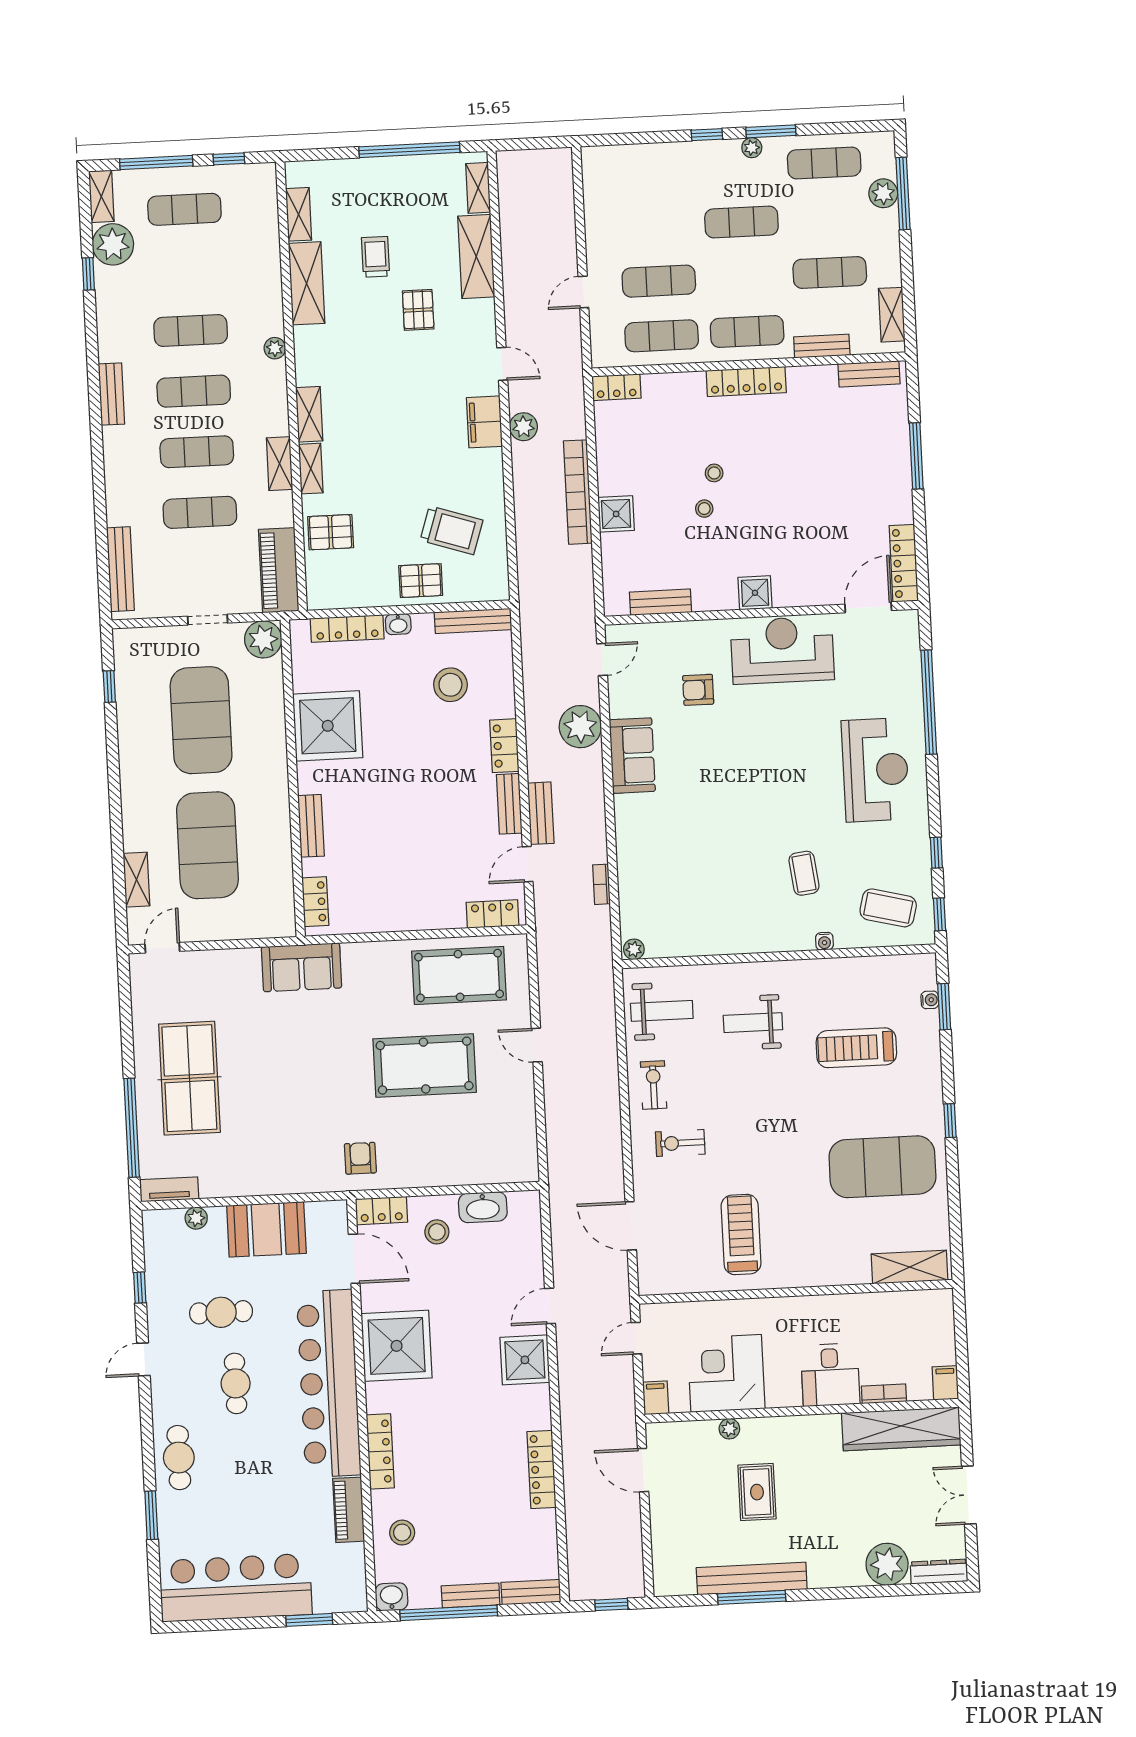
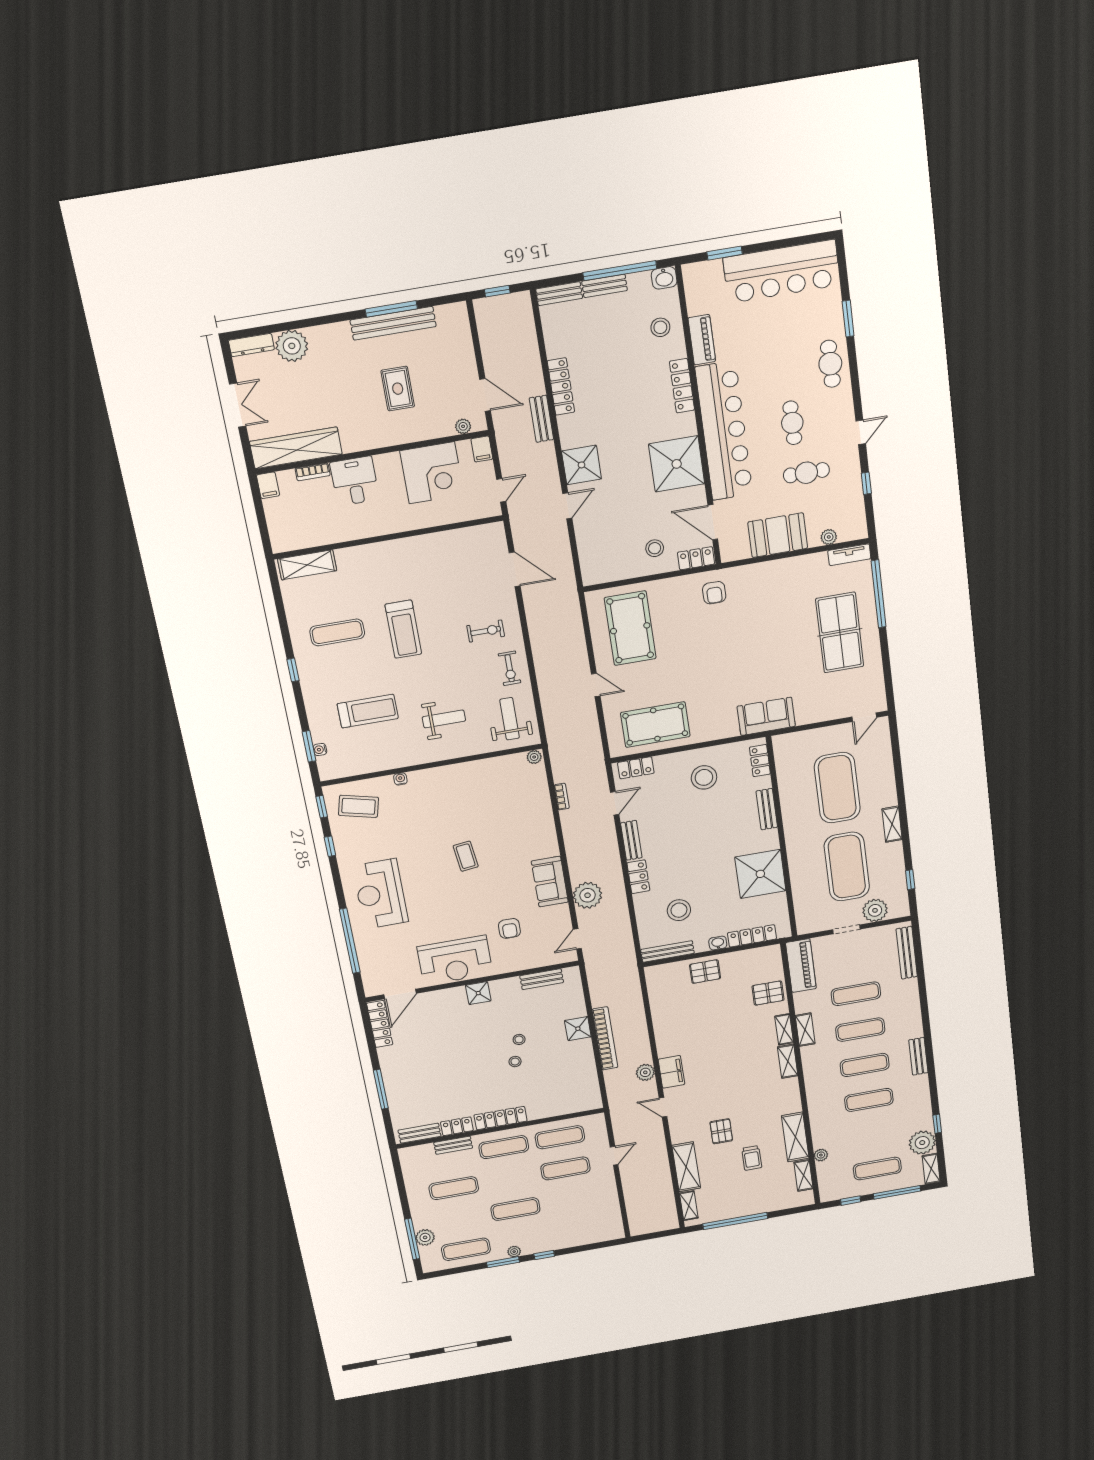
shelving: (892, 315) -> (409, 1169), removed
plant: (275, 348) -> (821, 1155), moved
locker: (616, 387) -> (457, 1126), moved
trolley: (451, 530) -> (687, 1005), removed
plant: (263, 639) -> (875, 910), moved
armchair: (698, 690) -> (509, 928), turned 90
bench: (541, 813) -> (541, 419), moved
coffee table: (804, 873) -> (466, 856), moved
shelving: (136, 880) -> (892, 824), moved
stool: (397, 887) -> (704, 777), added
weight bench: (662, 1011) -> (510, 719), turned 90
pool table: (425, 1066) -> (630, 628), moved, turned 90
exercise mat: (882, 1167) -> (337, 632), width x0.50, depth x0.69
washbasin: (483, 1207) -> (623, 569), removed
treadmill: (741, 1235) -> (403, 629), moved
plant: (729, 1429) -> (463, 426), moved

